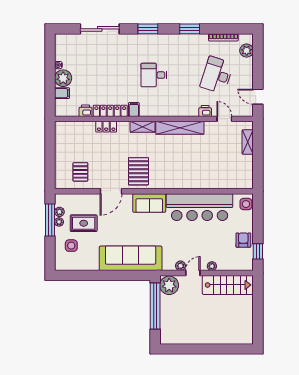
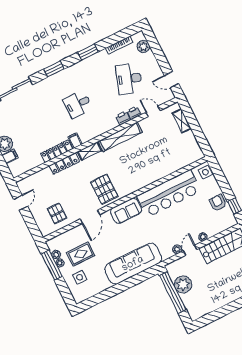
printer: (86, 111) -> (123, 118), moved
locker: (106, 127) -> (64, 164), width x1.53
door: (50, 144) -> (21, 203), added
plant: (169, 285) -> (183, 284), moved

